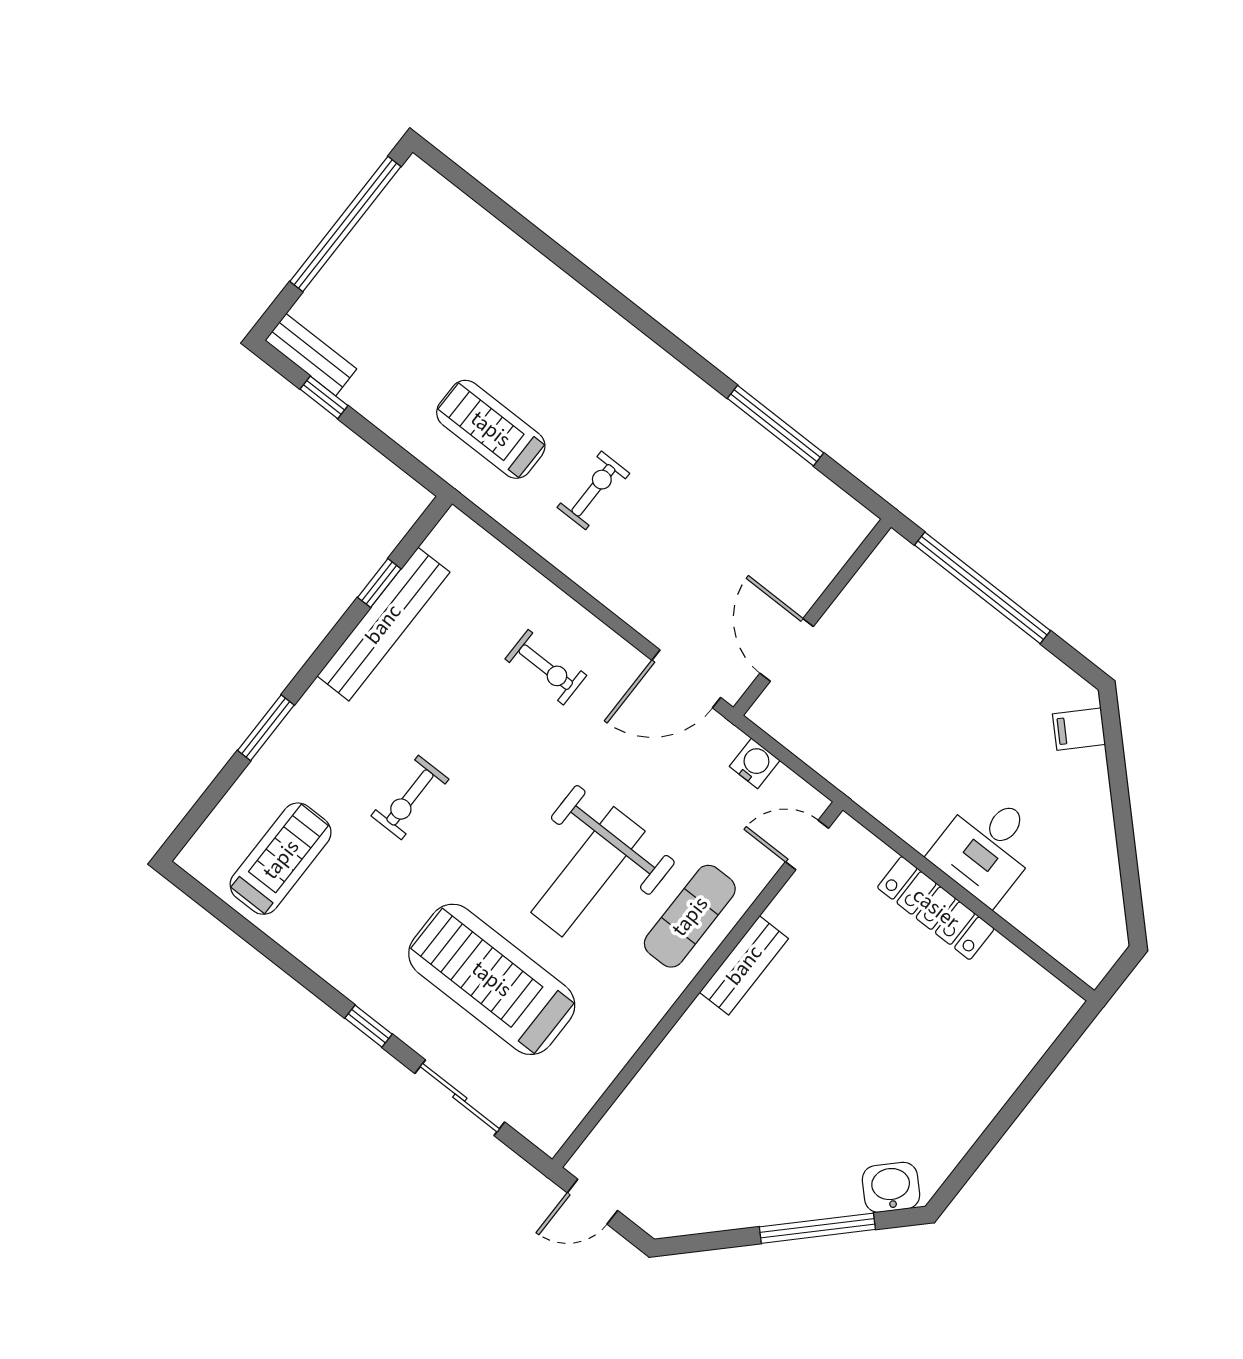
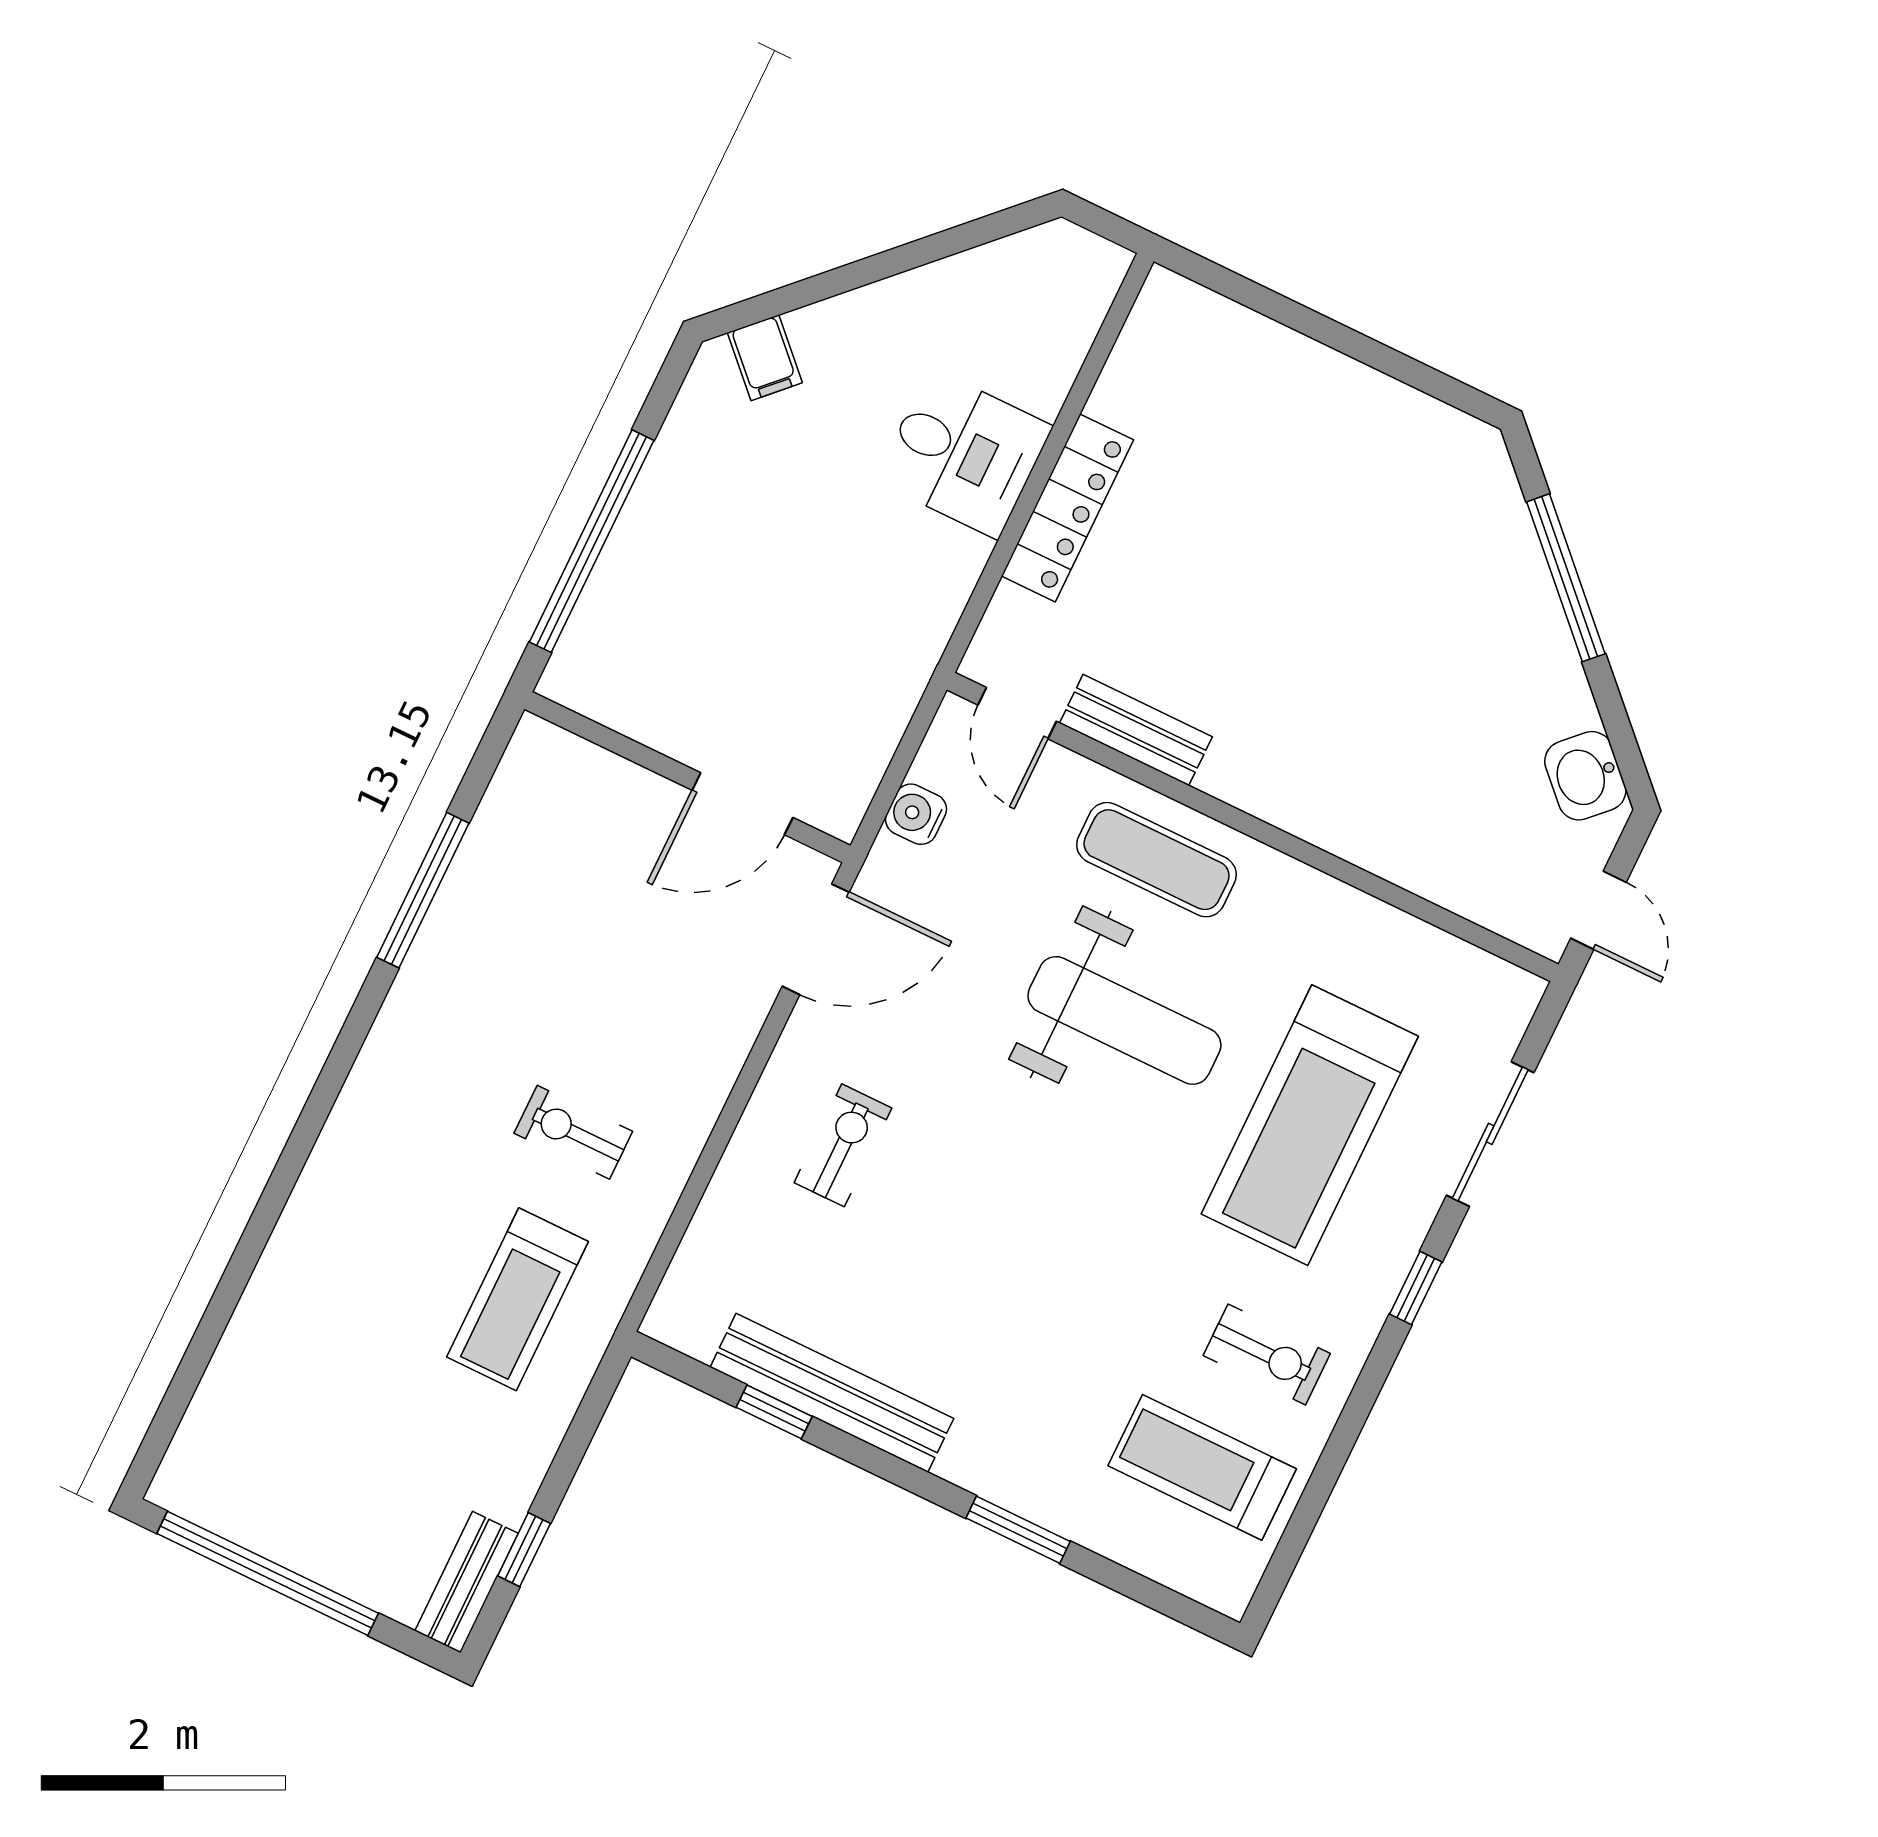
door: (686, 679) -> (816, 939), hinge flipped
exercise bike: (410, 797) -> (1267, 1354), moved
bench: (744, 965) -> (1136, 730), moved
washbasin: (891, 1187) -> (1585, 776), moved

